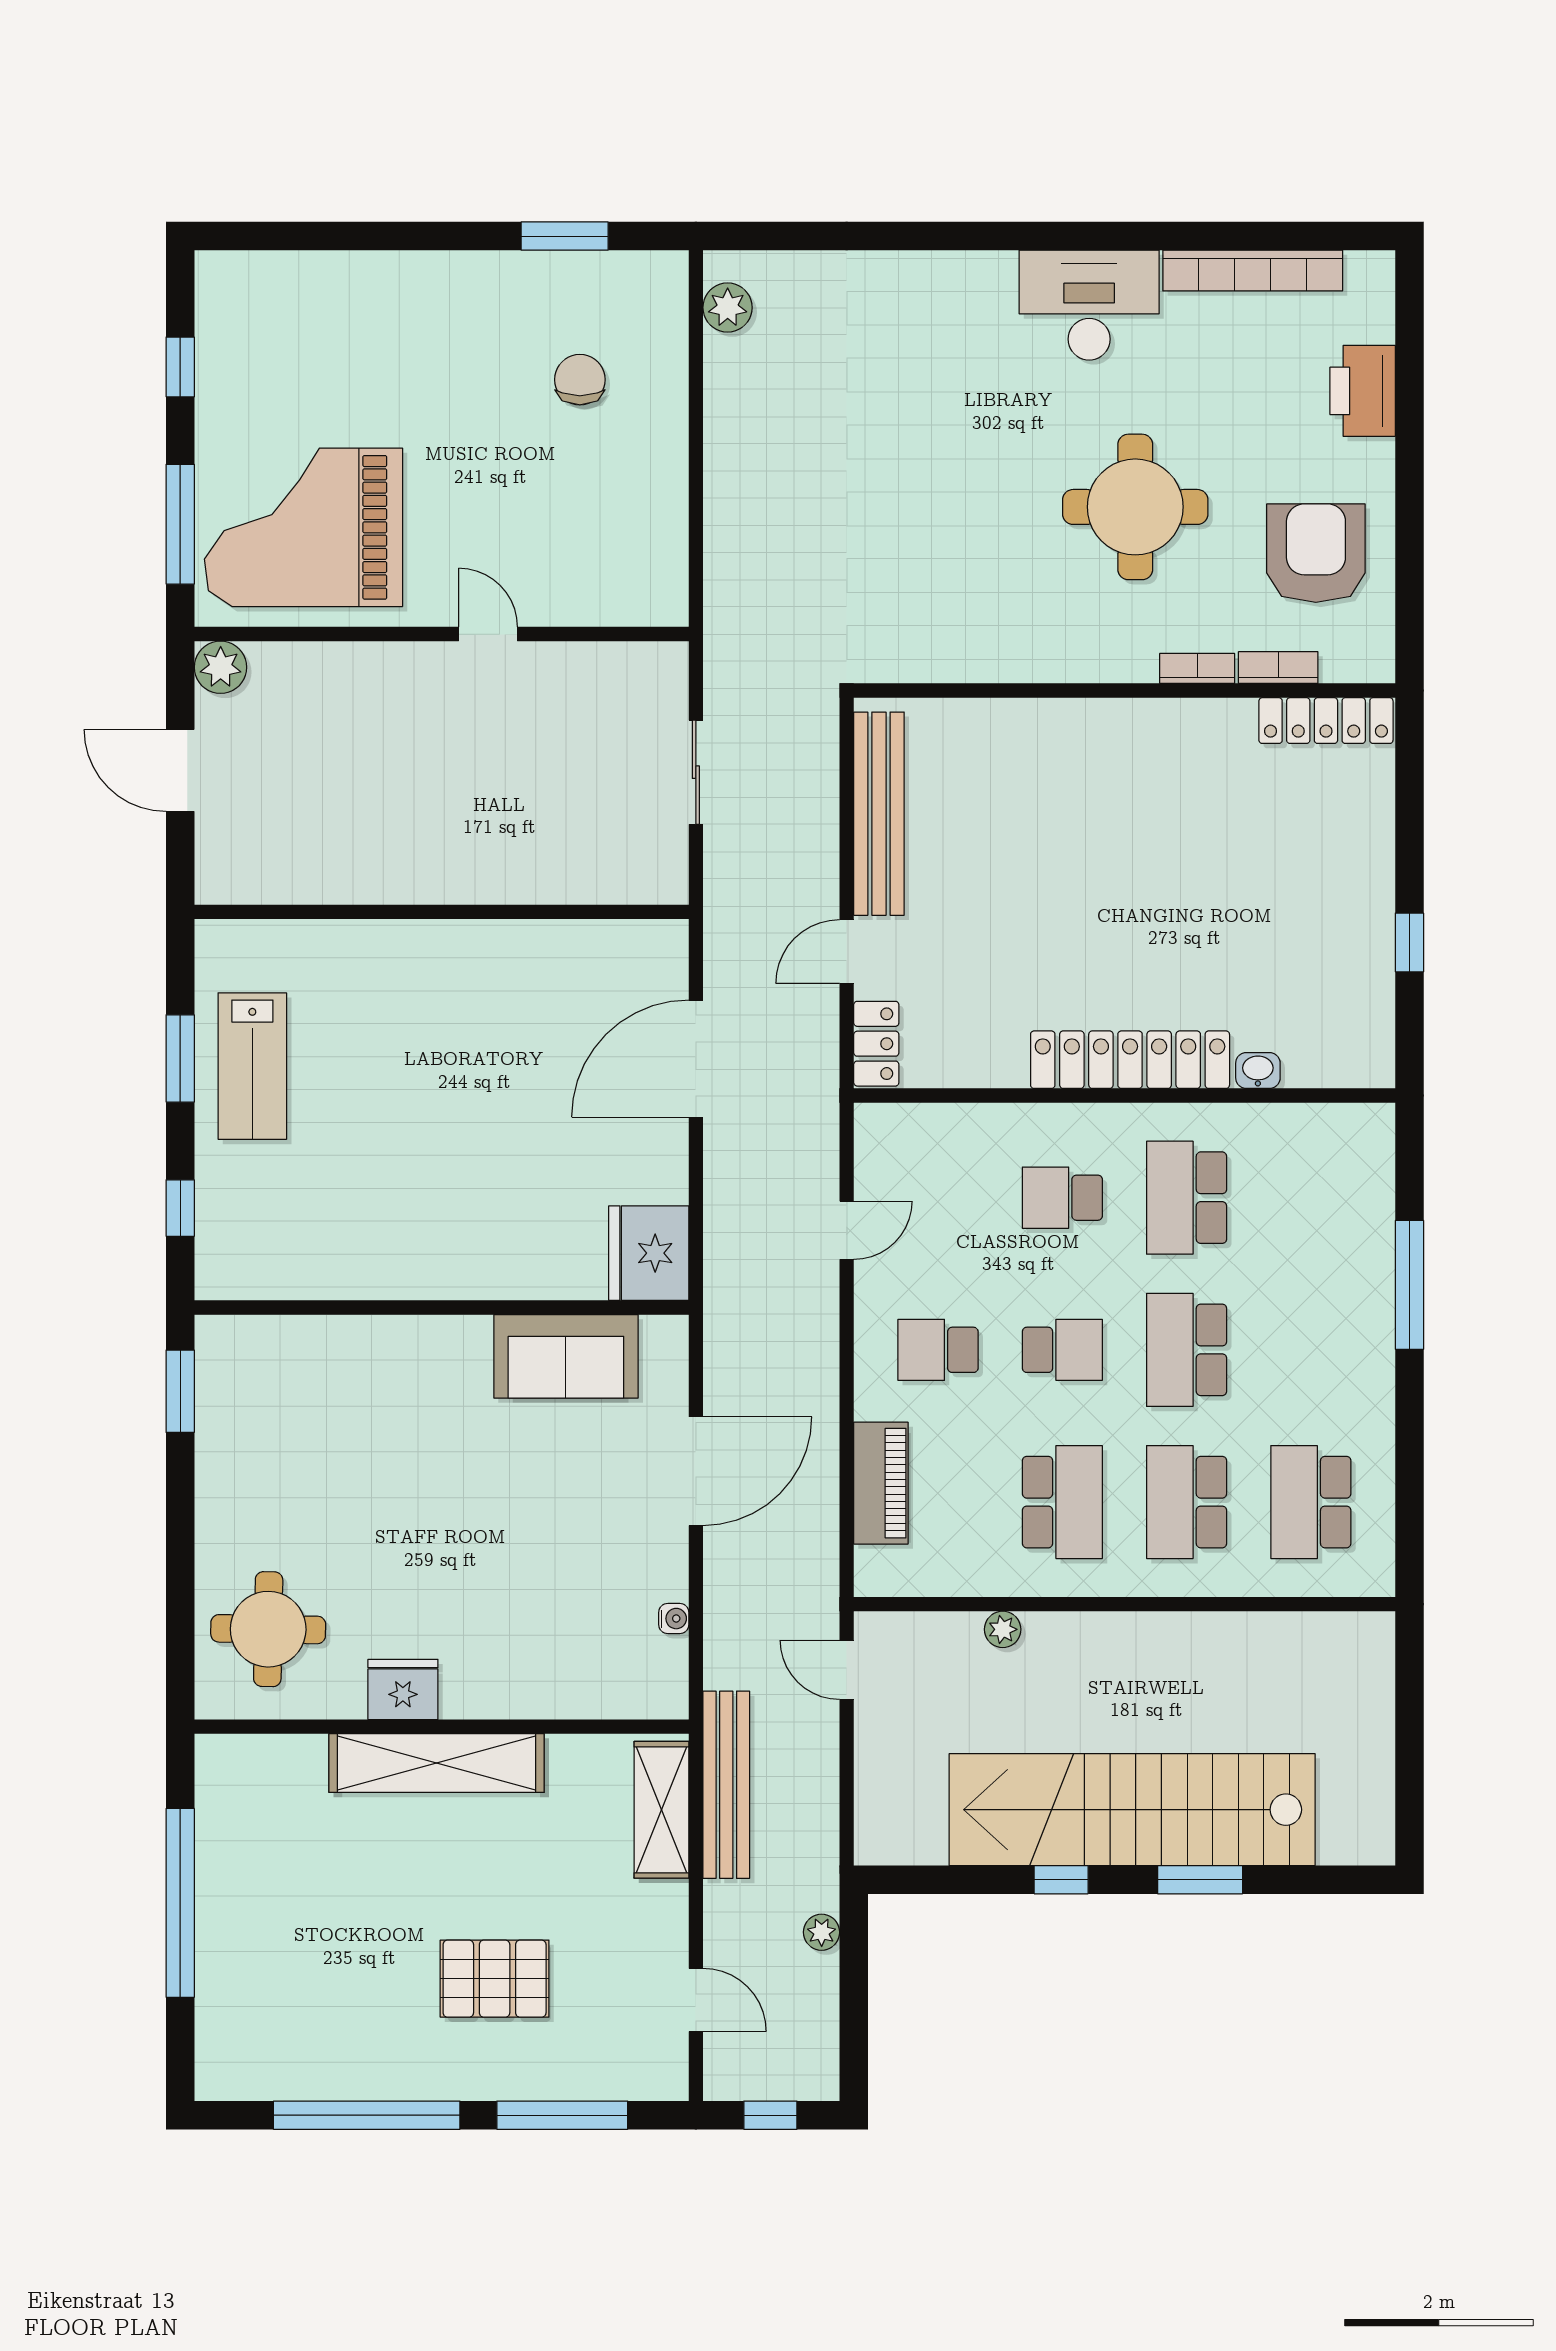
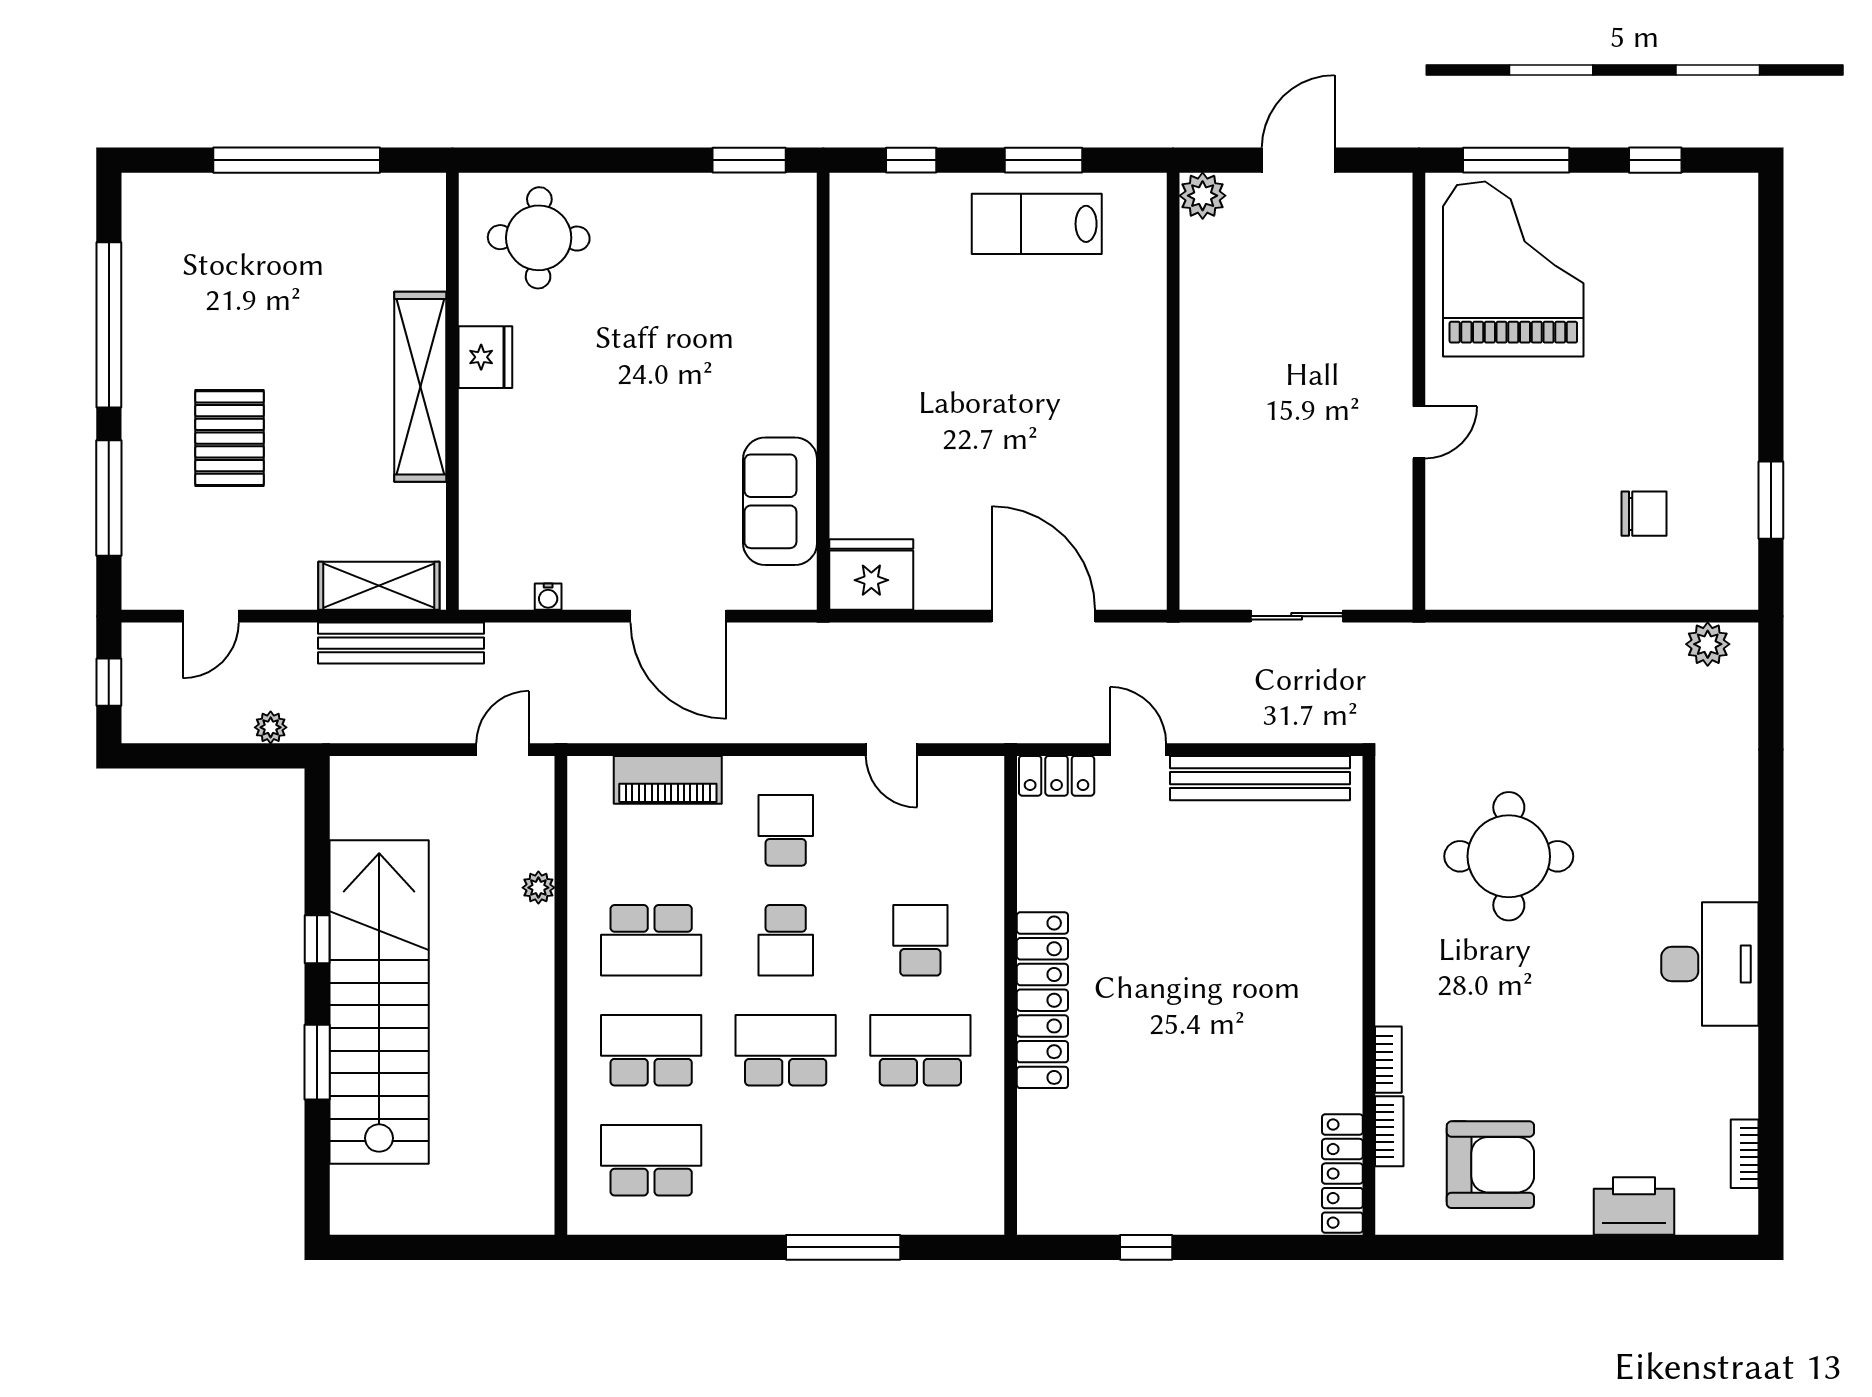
bookcase: (1253, 271) -> (1745, 1154), width x0.43, depth x0.76
round table: (1135, 507) -> (1509, 856), moved
plant: (221, 667) -> (1203, 196), moved
washbasin: (1258, 1070) -> (1033, 1113), removed

